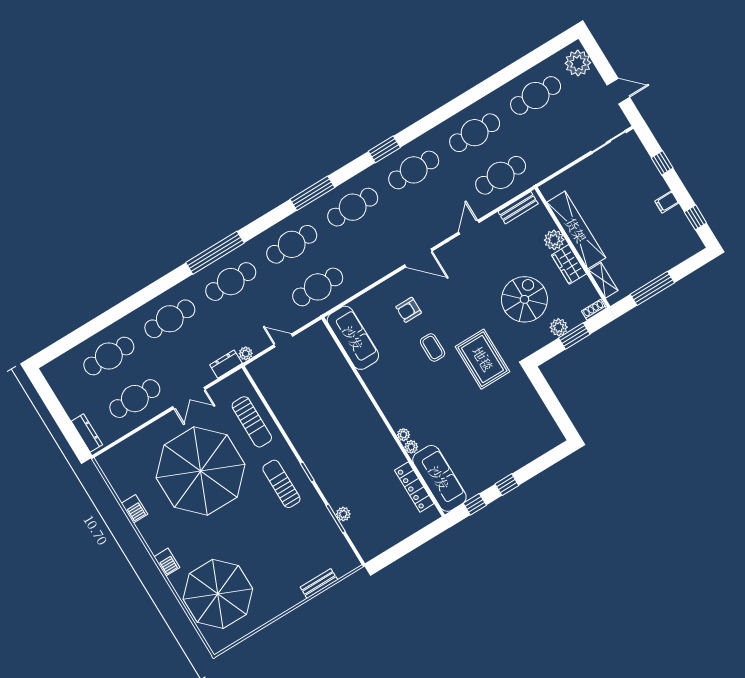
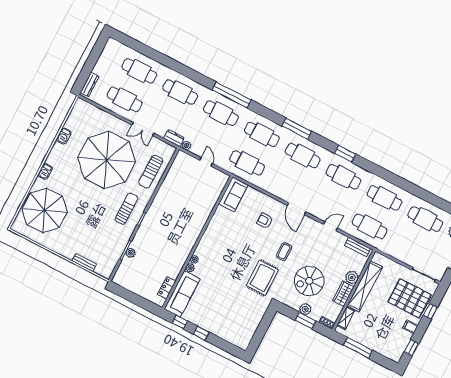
pallet: (628, 180) -> (410, 298), added
spiral stairs: (524, 299) -> (309, 281), turned 180
sofa: (353, 338) -> (233, 194), width x0.73
coffee table: (433, 348) -> (284, 252), moved
locker: (414, 487) -> (167, 288), width x0.66

